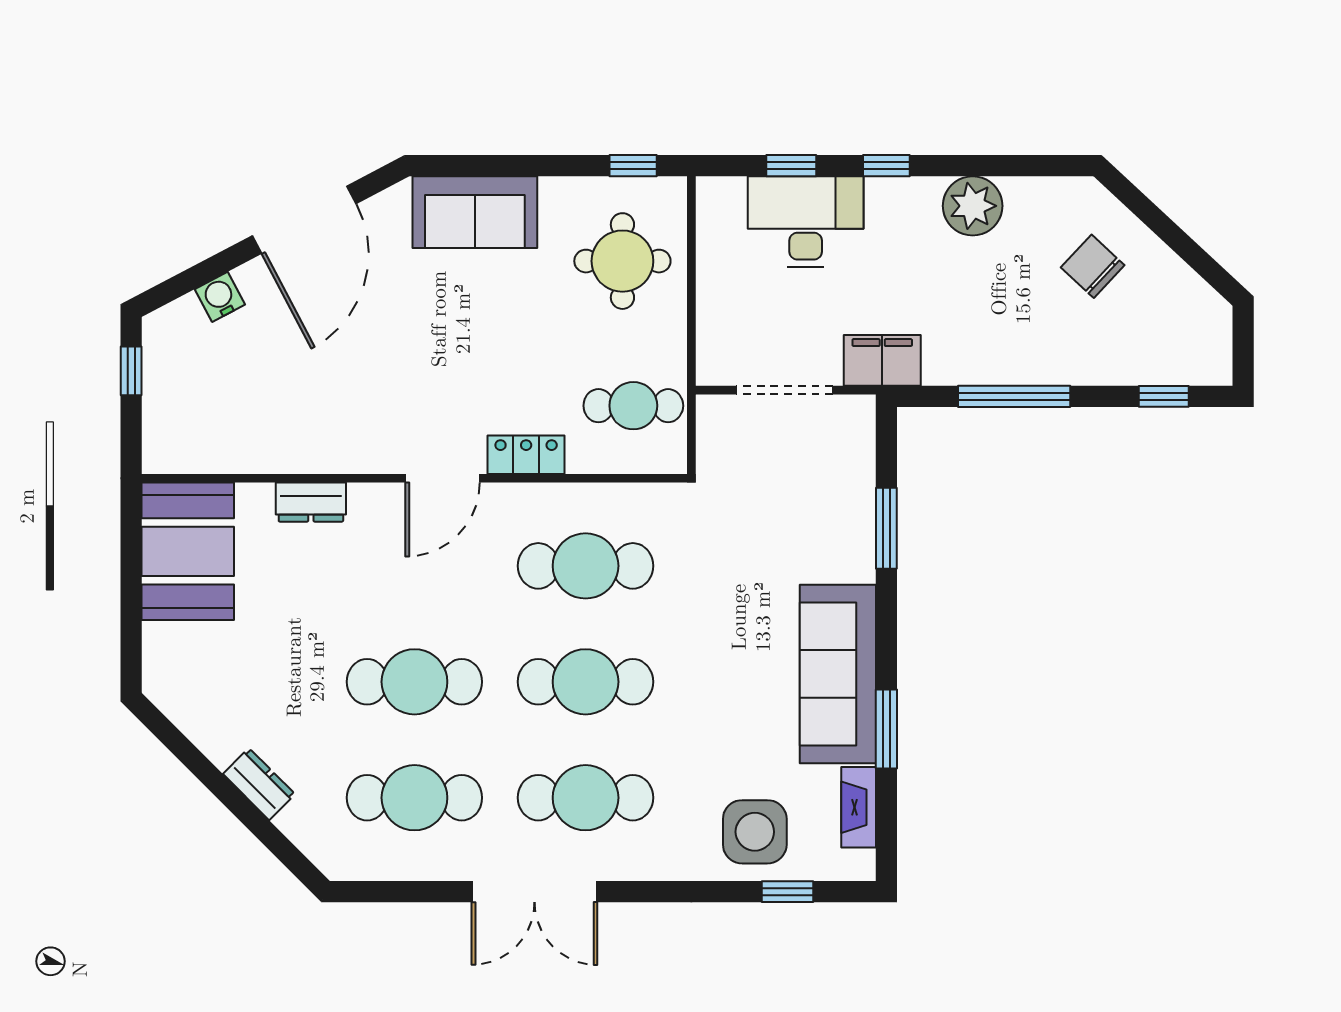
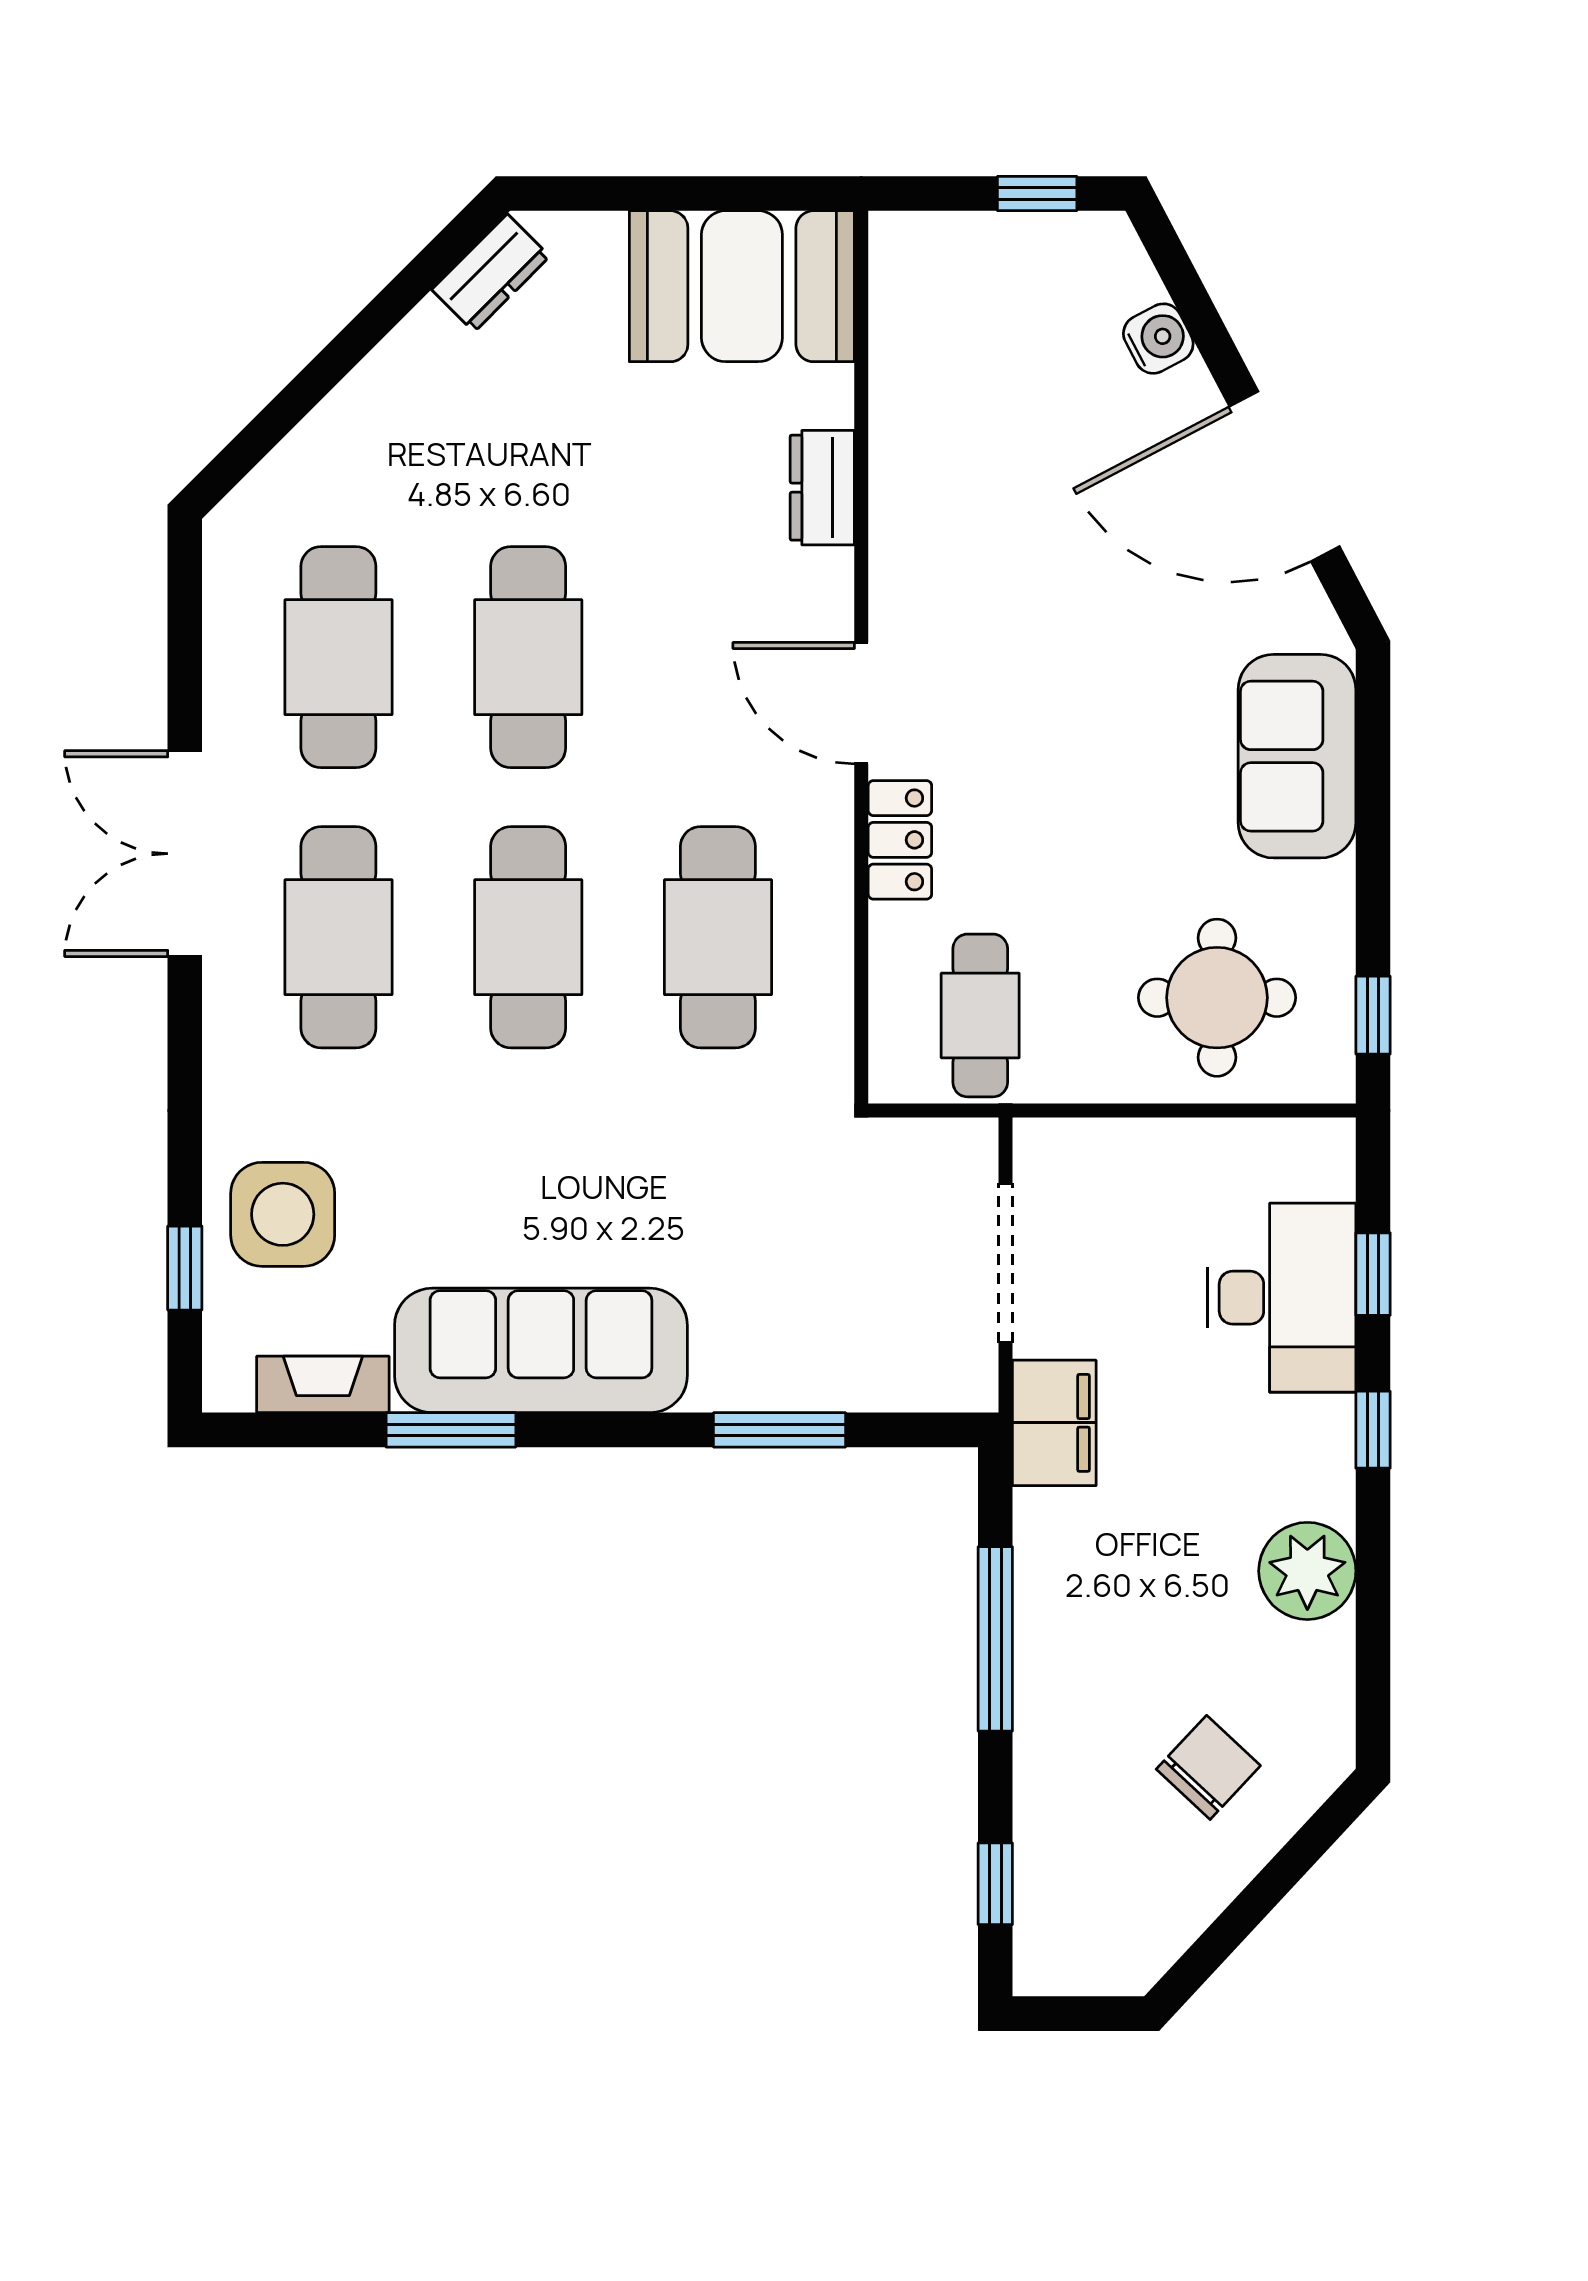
dresser: (259, 784) -> (491, 273), moved

